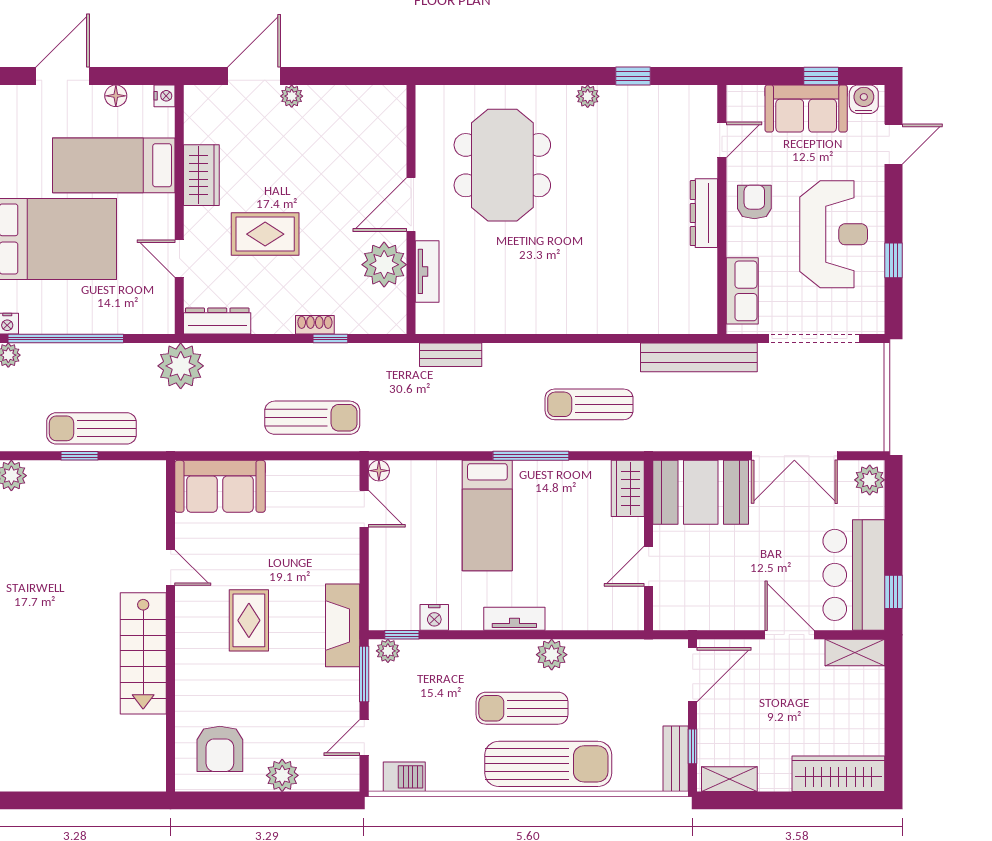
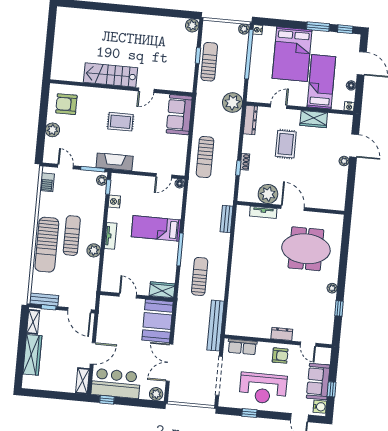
dresser: (704, 213) -> (282, 334), width x0.70
wardrobe: (838, 774) -> (32, 355), moved

